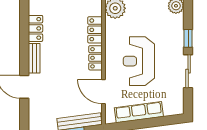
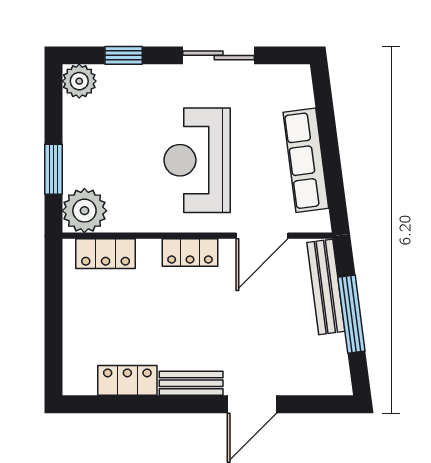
locker: (95, 30) -> (106, 254), moved
window: (188, 38) -> (124, 55), moved
reception desk: (139, 61) -> (197, 160), turned 90

